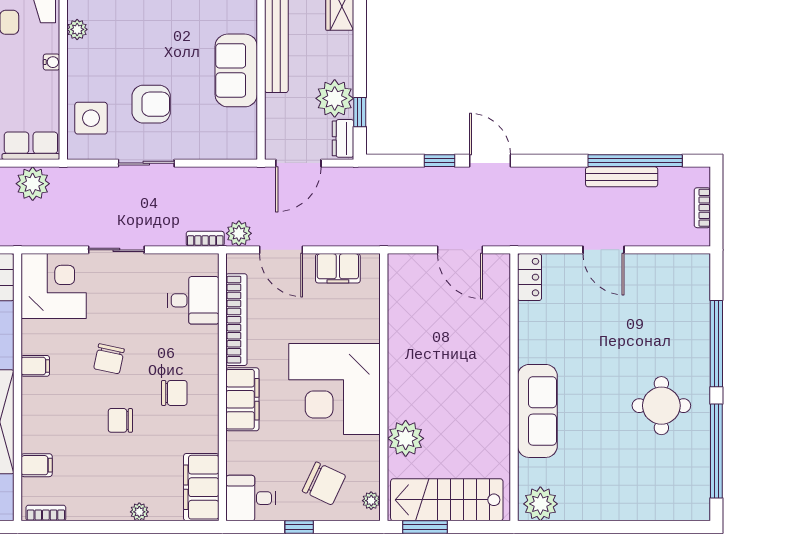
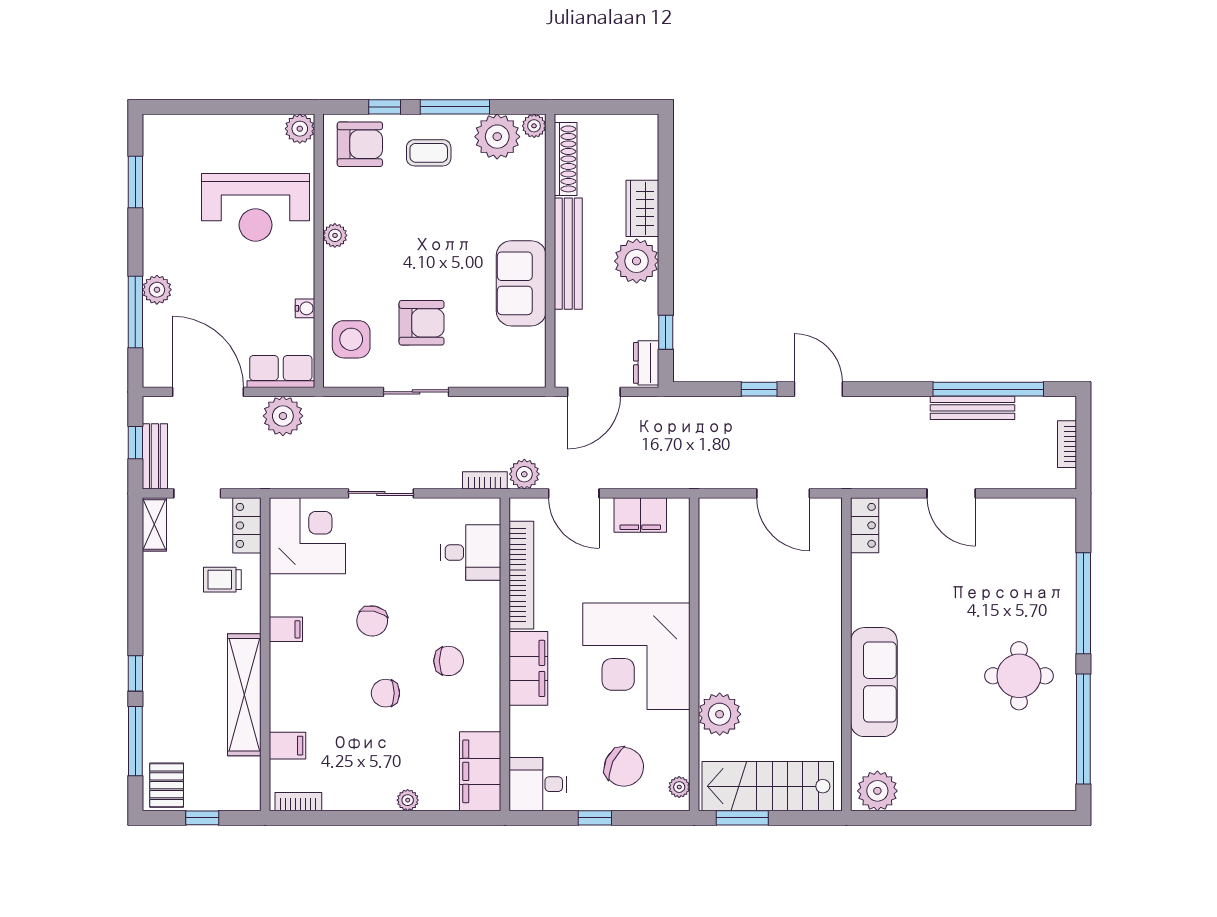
water cooler: (52, 62) -> (305, 308), moved
plant: (335, 98) -> (637, 261), moved

